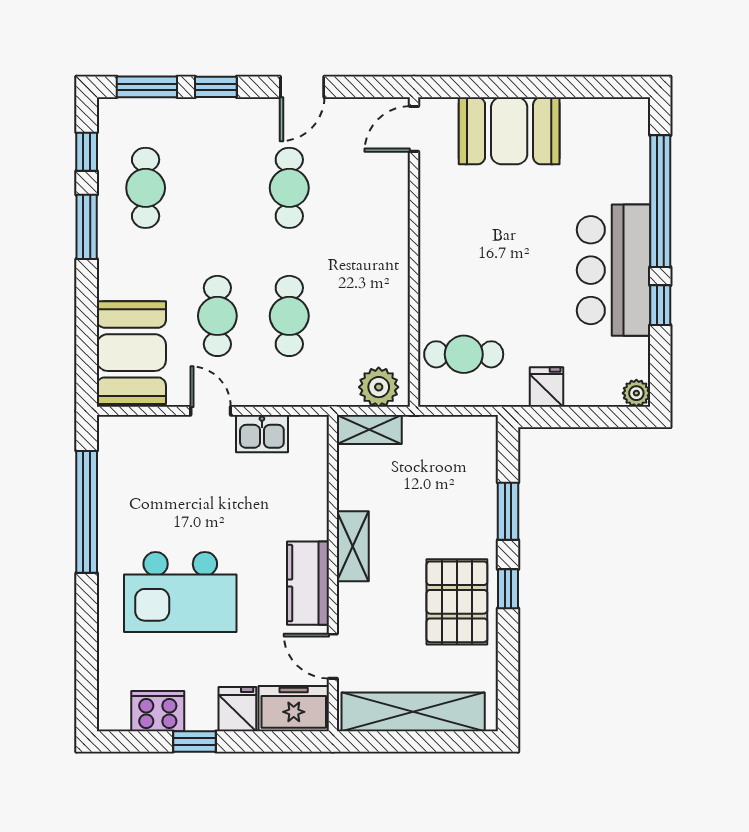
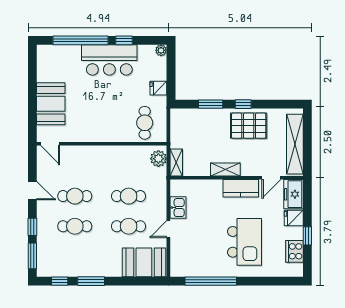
cafe table: (146, 188) -> (75, 226), moved

